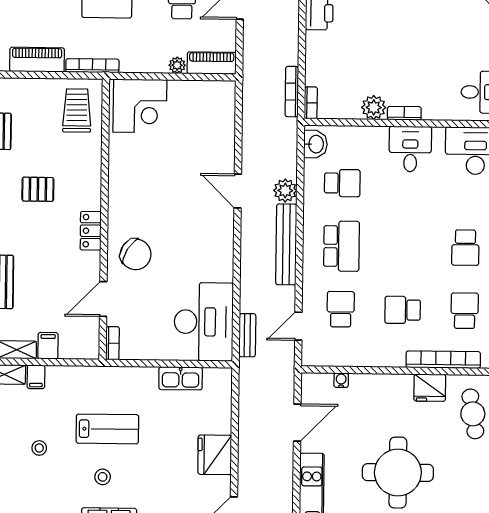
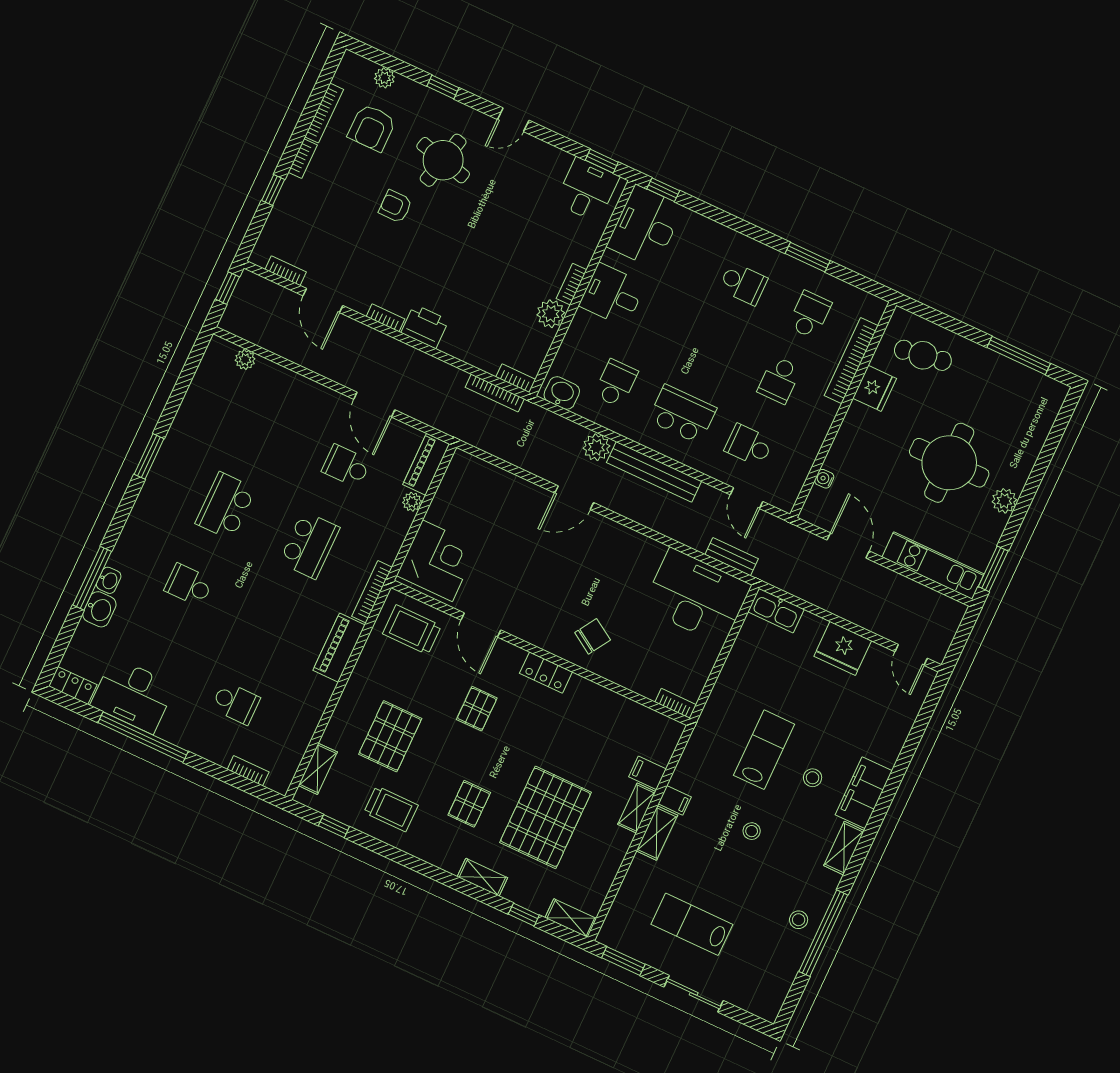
chair: (136, 254) -> (593, 636), width x0.73, depth x0.73
door: (103, 299) -> (481, 625), moved
school desk: (465, 311) -> (810, 315), turned 90
kitchen sink: (181, 378) -> (776, 611), moved, turned 90

